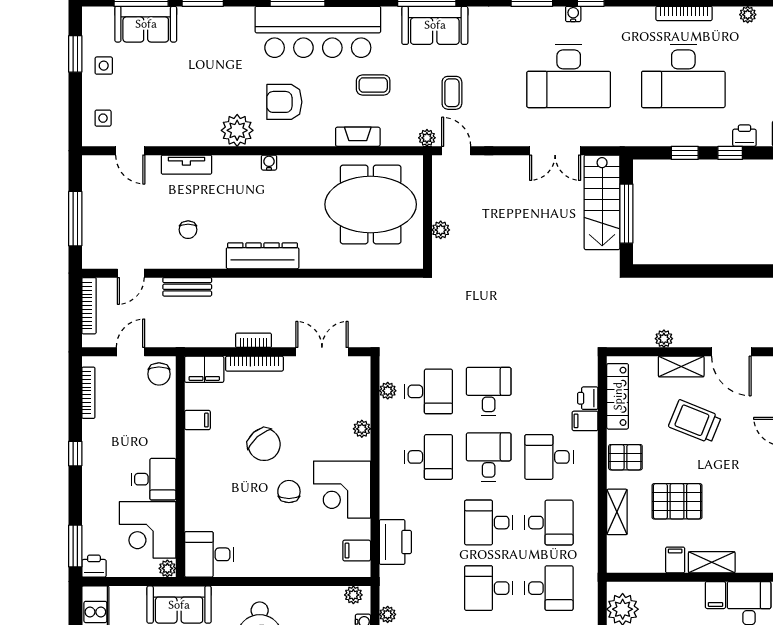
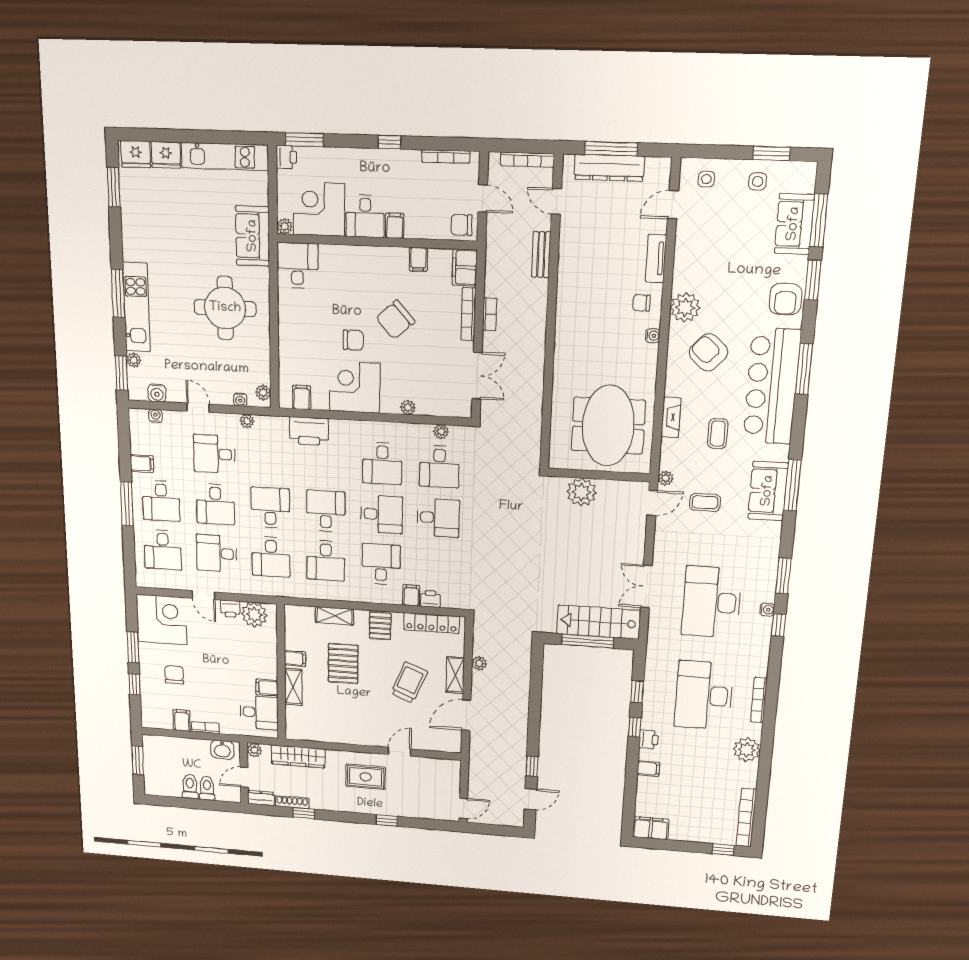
plant: (748, 15) -> (747, 750), width x1.88, depth x1.88
armchair: (224, 26) -> (786, 299), added
armchair: (284, 102) -> (708, 352), turned -48
chair: (188, 230) -> (641, 303), moved
plant: (441, 230) -> (581, 492), width x1.87, depth x1.87
dresser: (263, 256) -> (609, 168), moved, turned 90
filing cabinet: (162, 447) -> (395, 226), added

